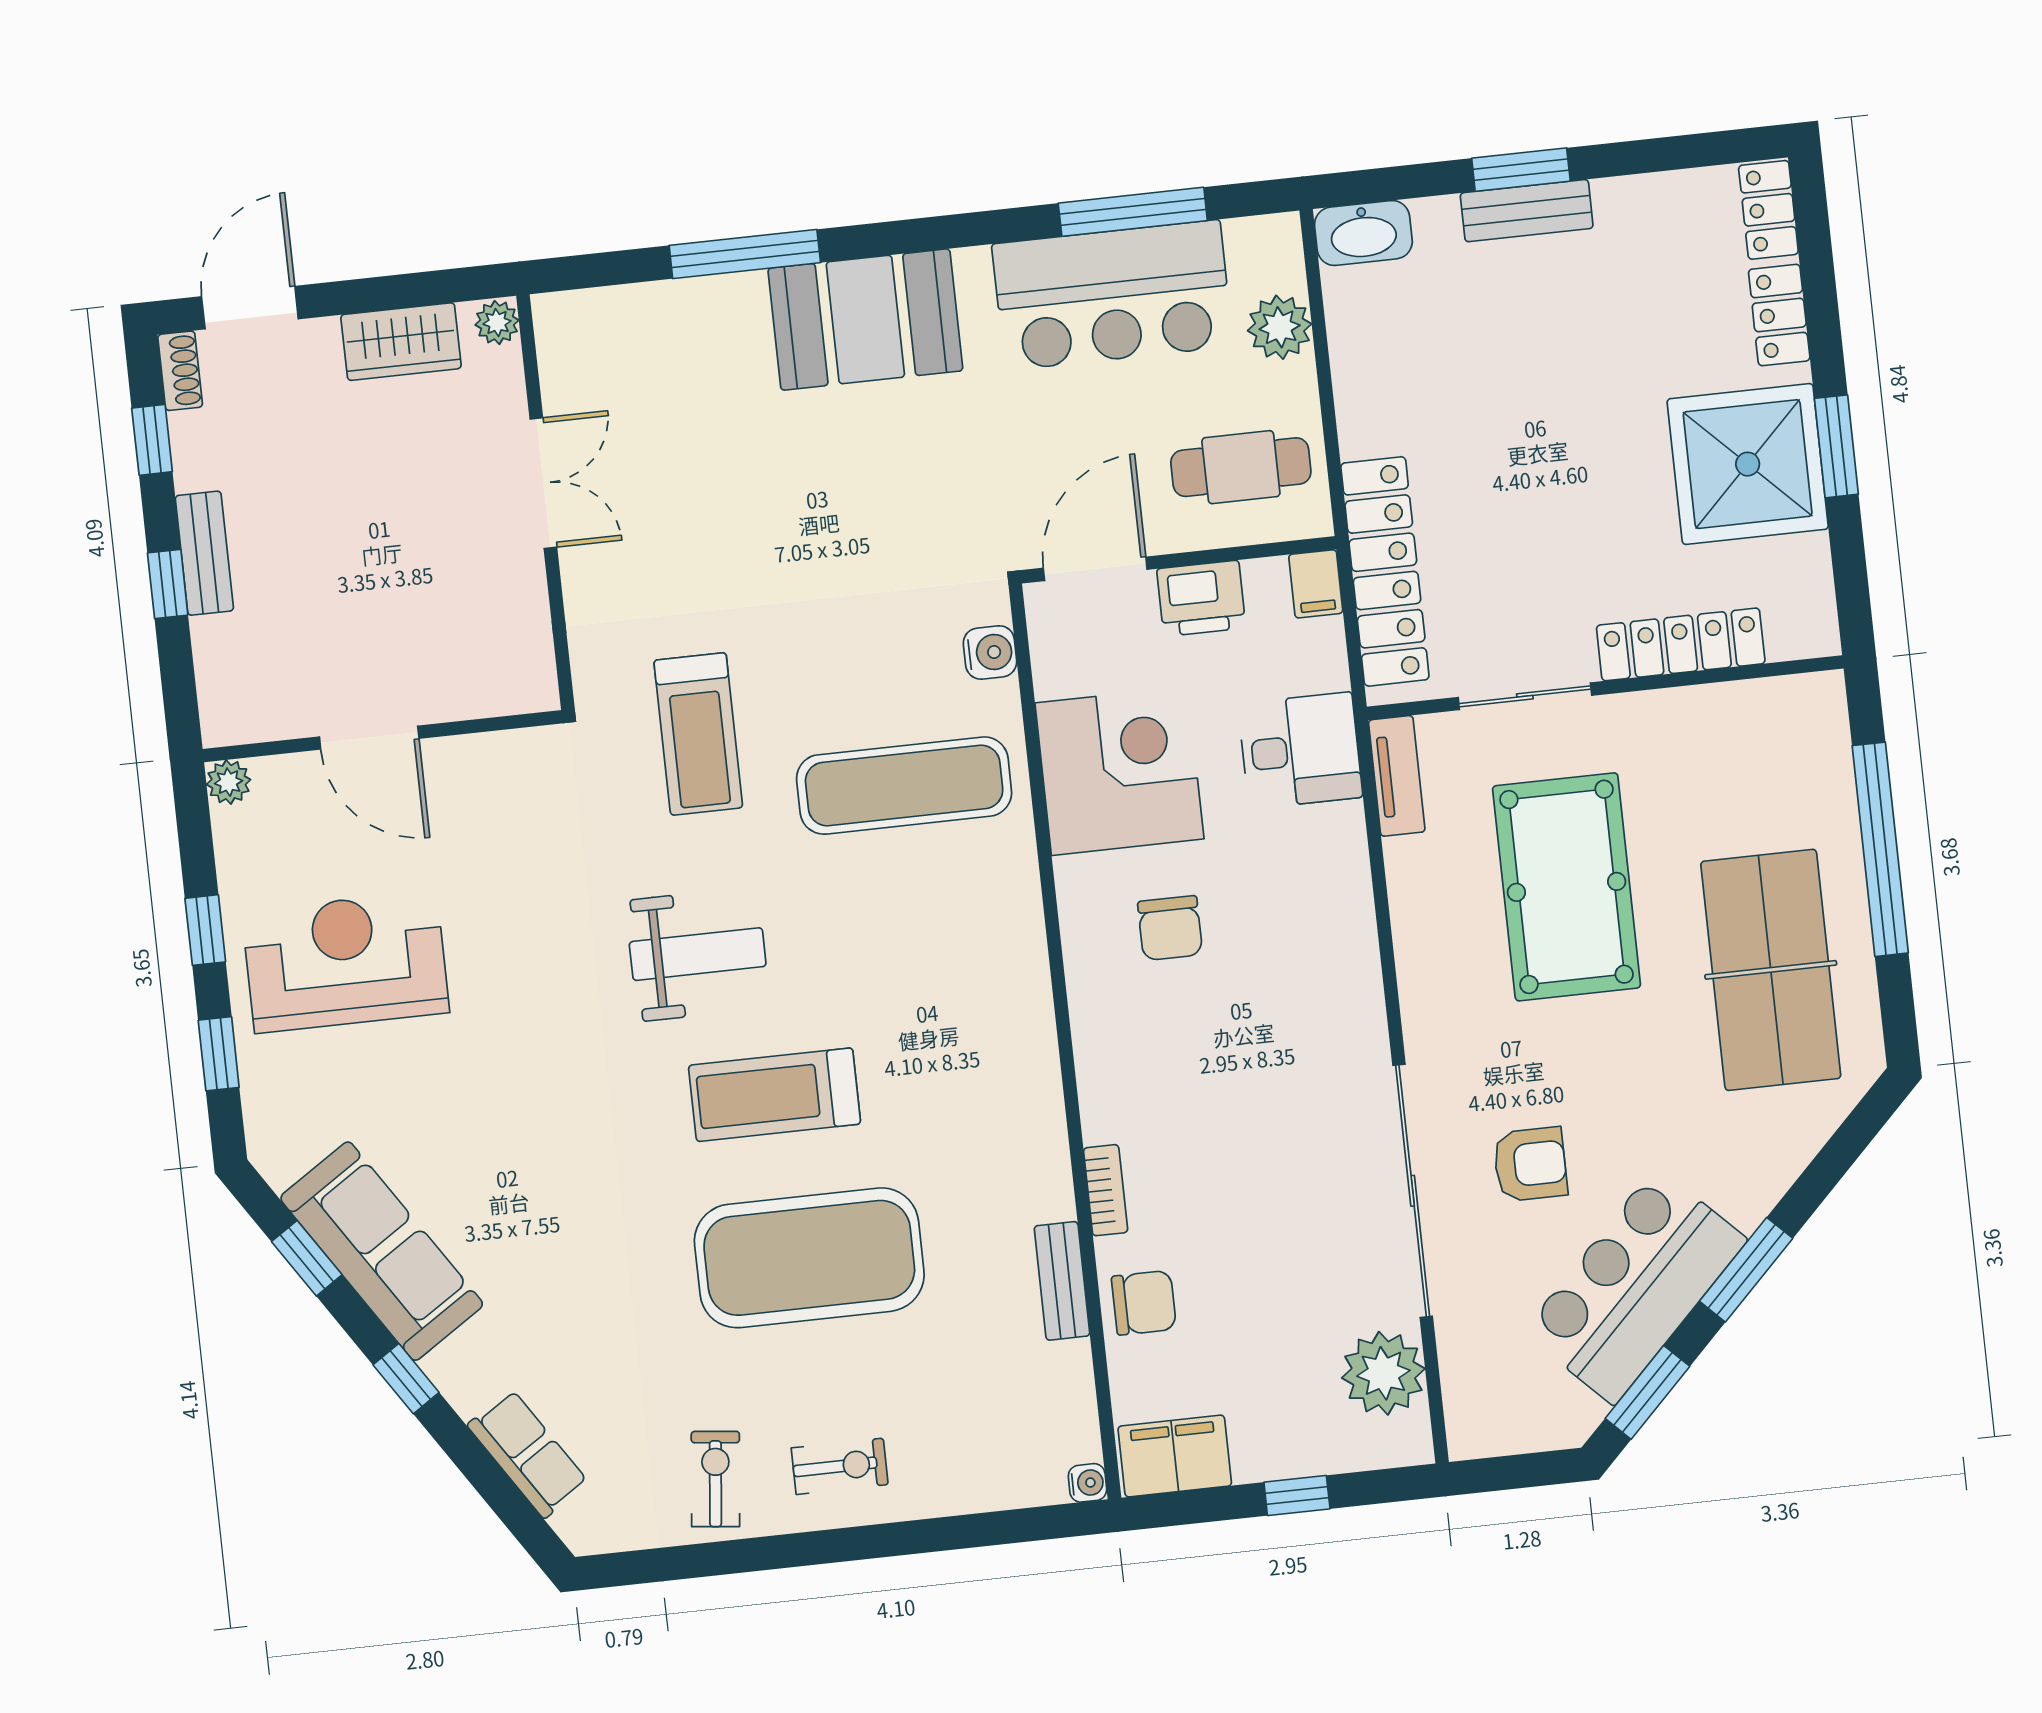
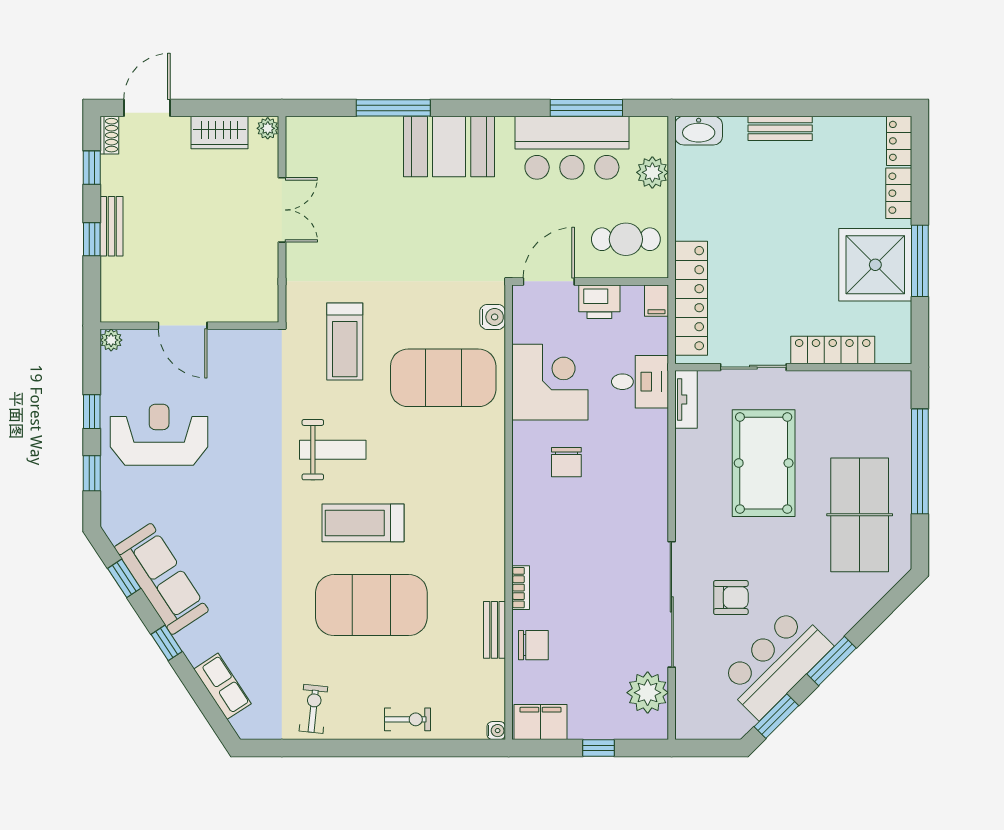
window: (1521, 170) -> (779, 108), removed
window: (1836, 446) -> (920, 261), width x1.44
exercise mat: (904, 786) -> (443, 378), width x1.47
exercise bike: (840, 1466) -> (407, 719), moved

